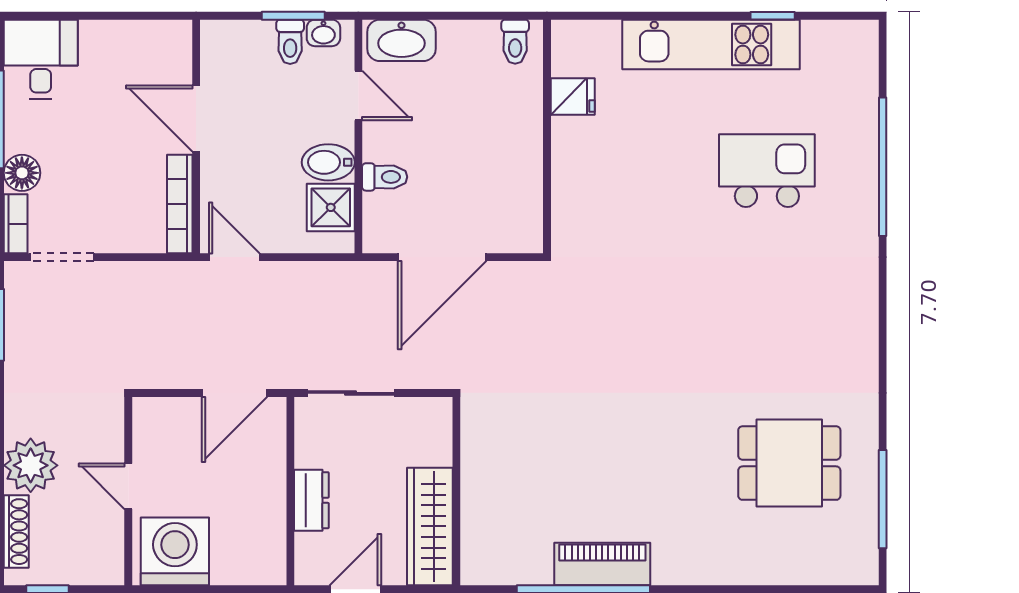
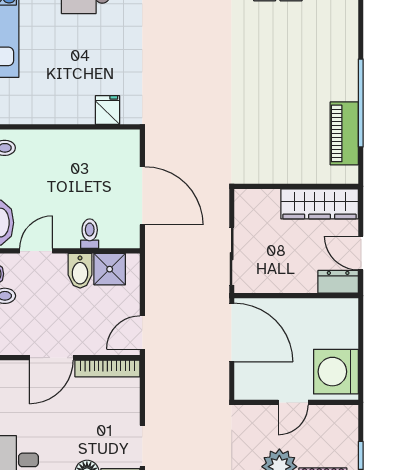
fridge: (573, 96) -> (107, 110), moved
door: (234, 393) -> (232, 332), width x1.36
dresser: (311, 500) -> (338, 282), moved
piano: (602, 564) -> (344, 133), moved

